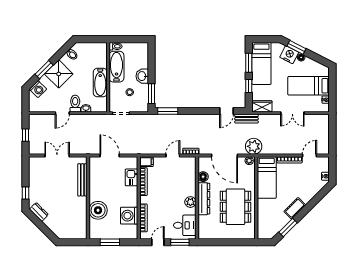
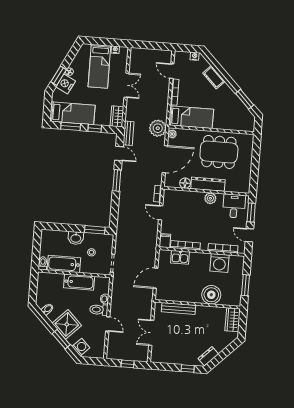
window: (168, 111) -> (117, 180), moved
cot: (295, 208) -> (214, 77), moved
wardrobe: (76, 233) -> (233, 320), added

